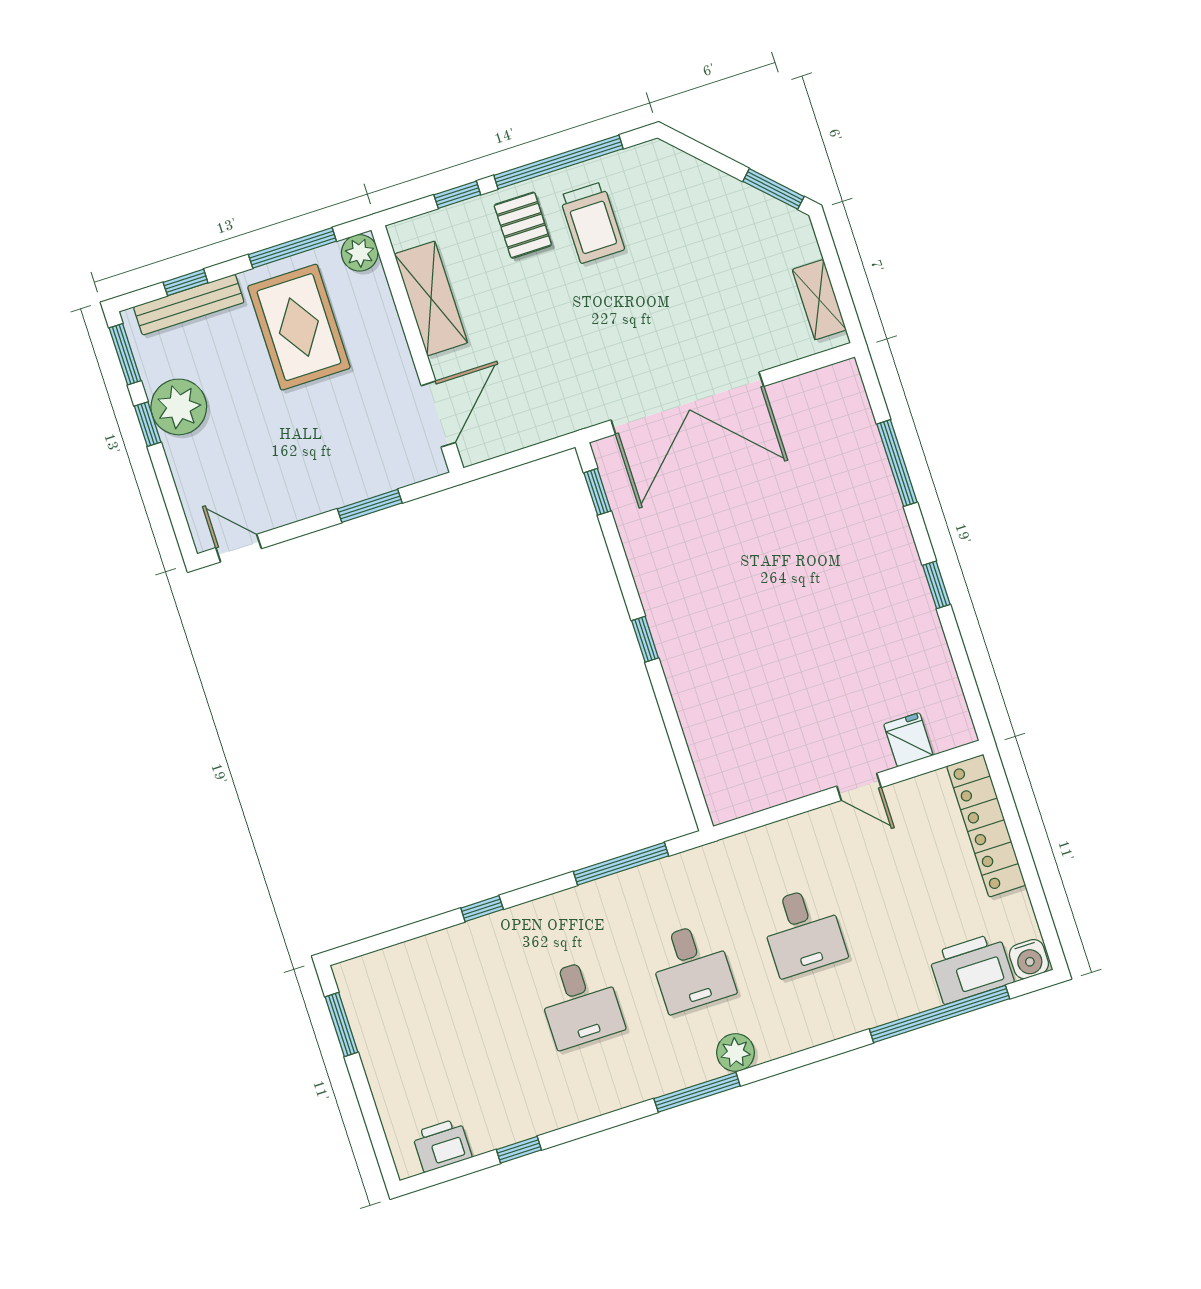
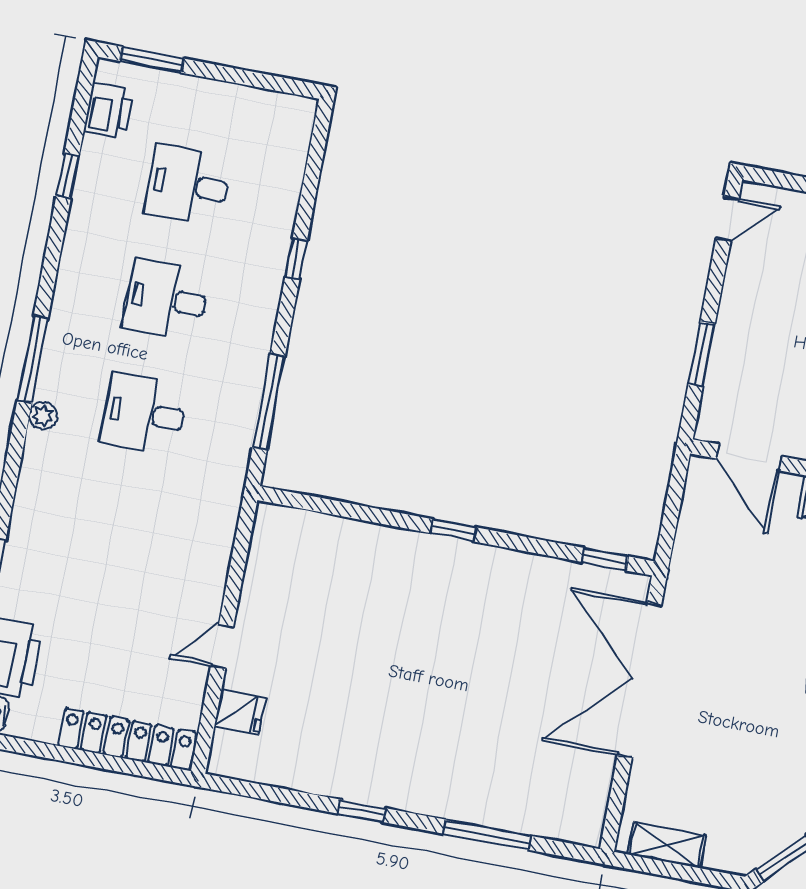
desk: (803, 932) -> (188, 185), moved
window: (342, 1024) -> (152, 60), moved
plant: (735, 1053) -> (43, 416), width x0.73, depth x0.73

